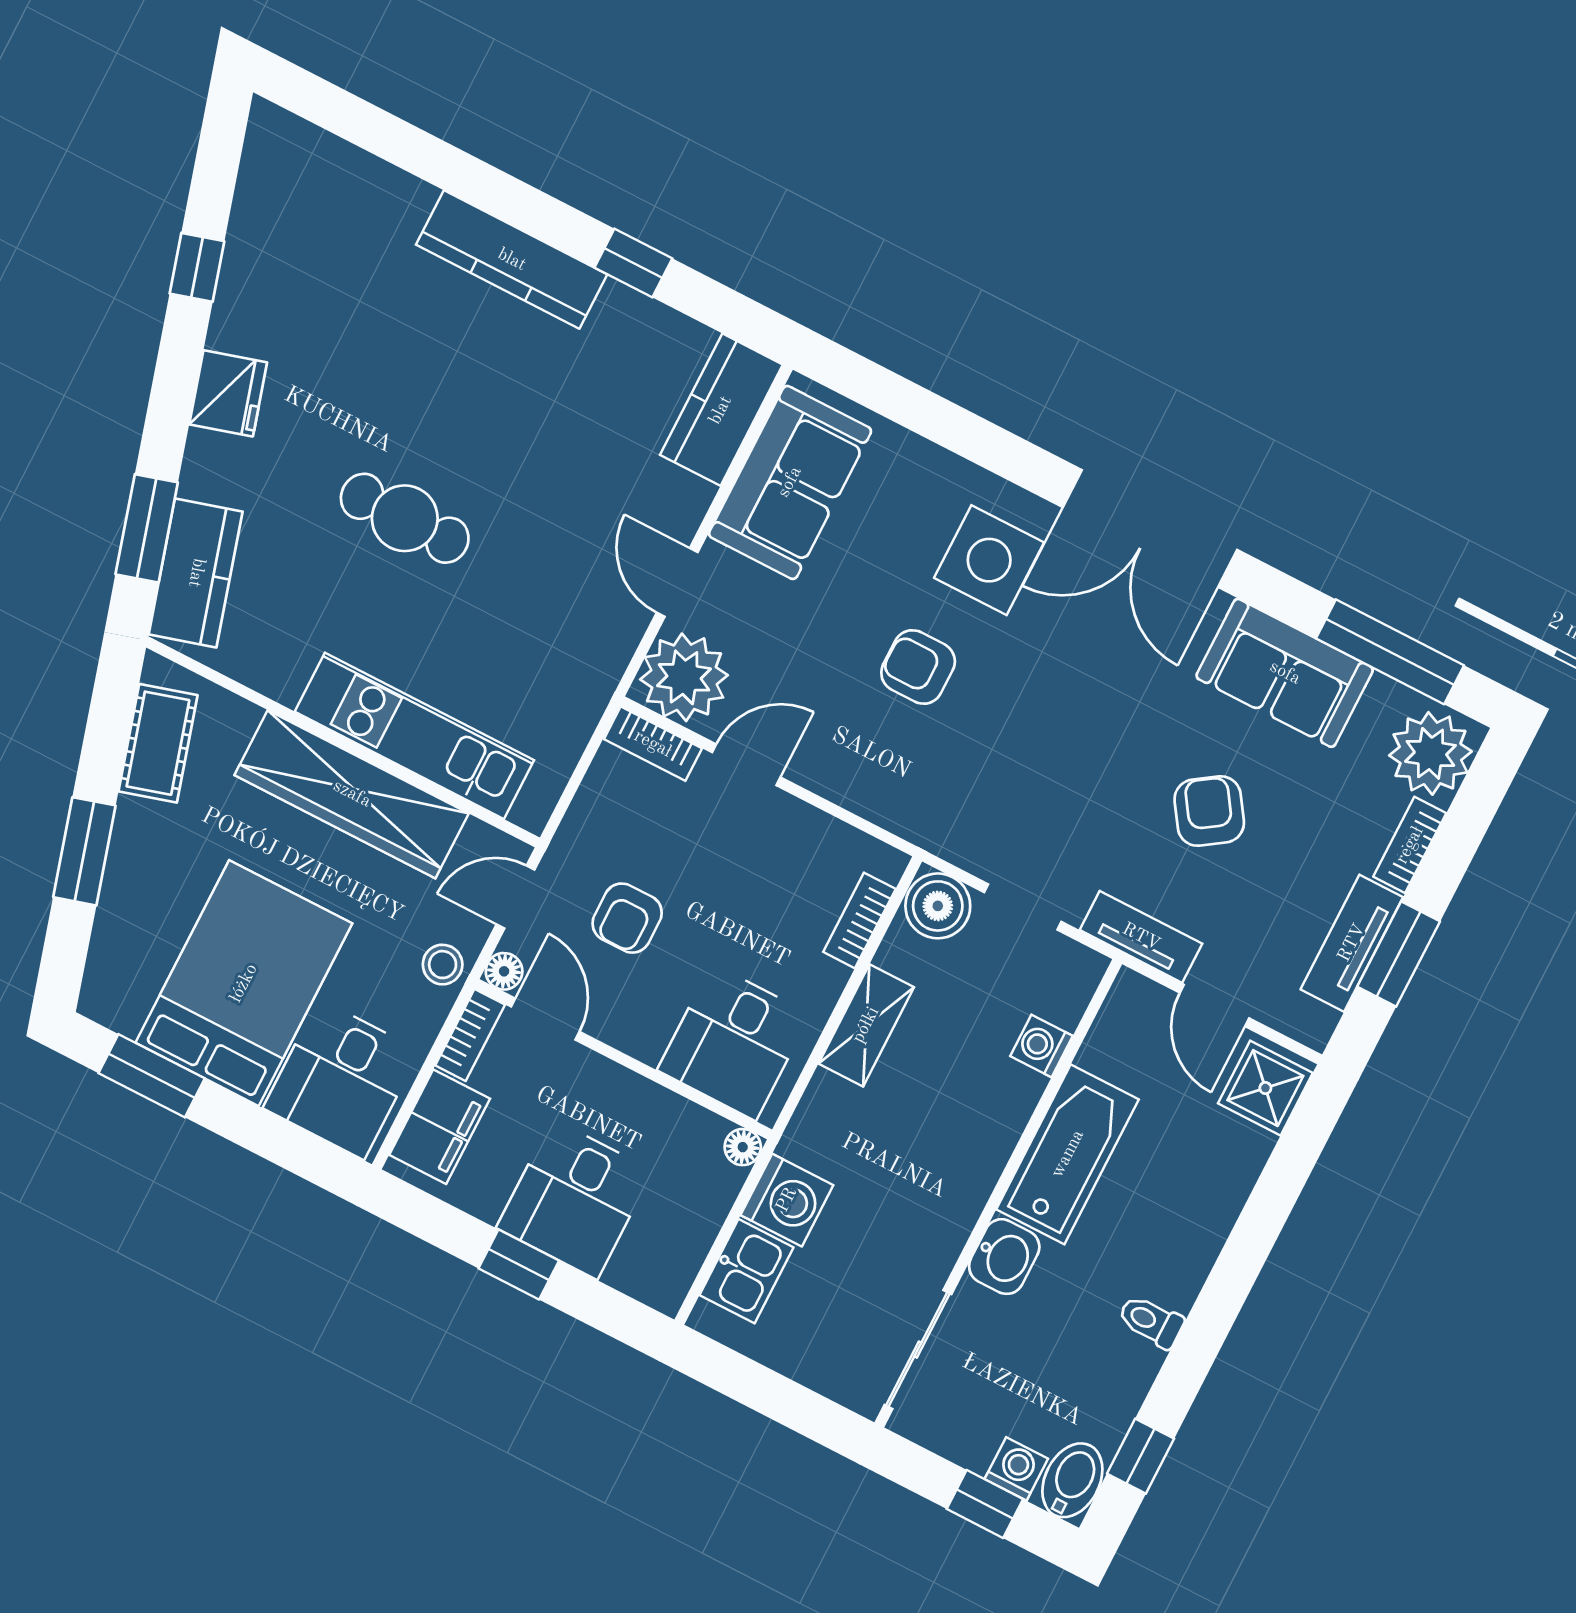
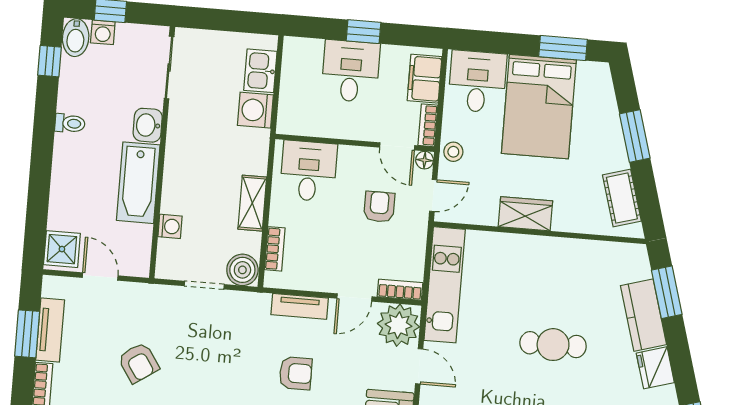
kitchen counter: (196, 573) -> (643, 315), moved
kitchen unit: (414, 736) -> (445, 285), moved, turned -90
wardrobe: (352, 794) -> (525, 214), width x0.48, depth x0.85
tv unit: (1141, 937) -> (300, 306), moved
floor lamp: (743, 1147) -> (285, 126), removed

